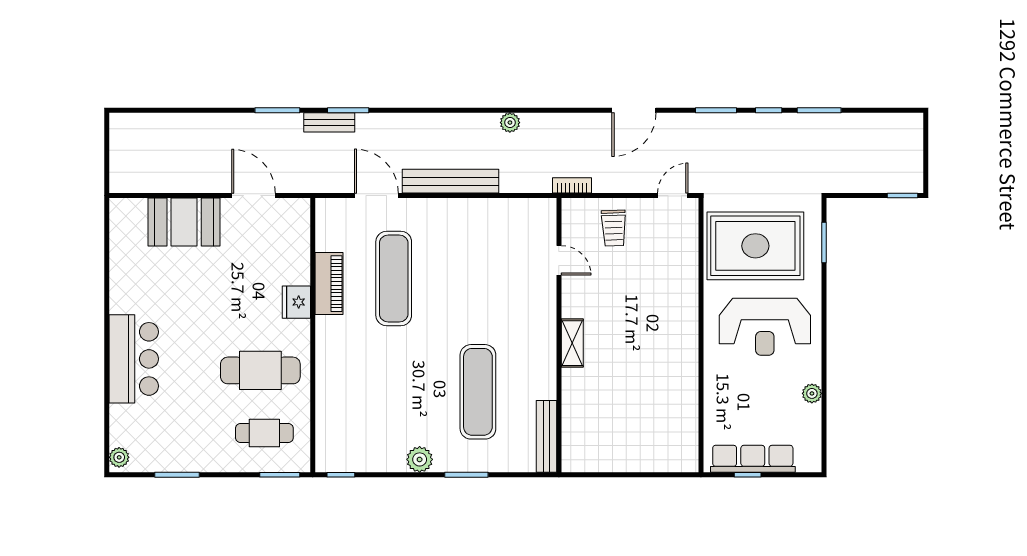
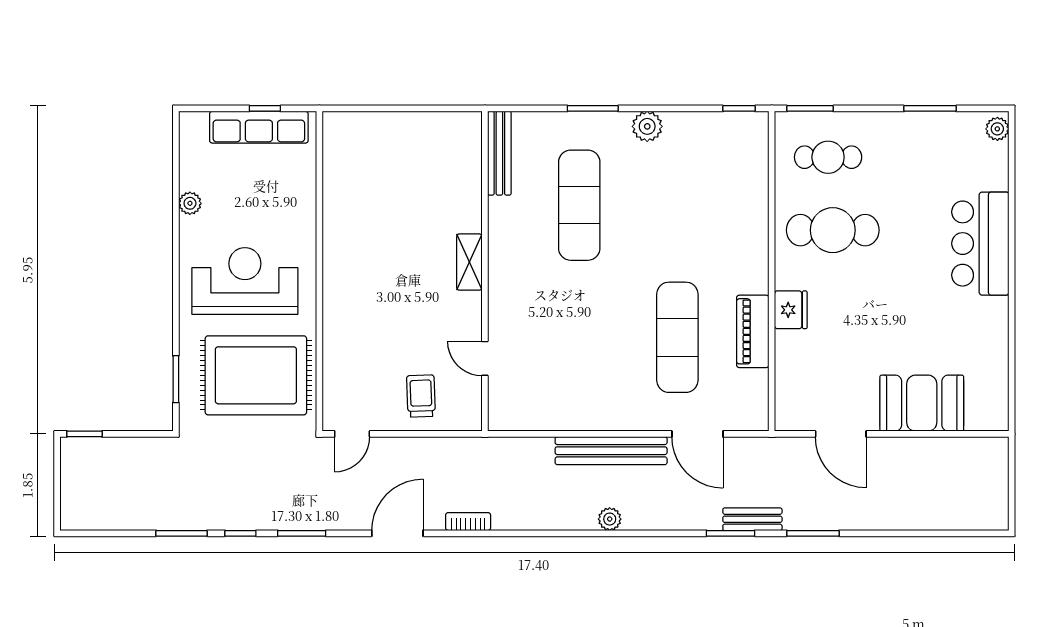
plant: (510, 123) -> (610, 519), moved
bookcase: (572, 185) -> (468, 522), moved, turned 180

